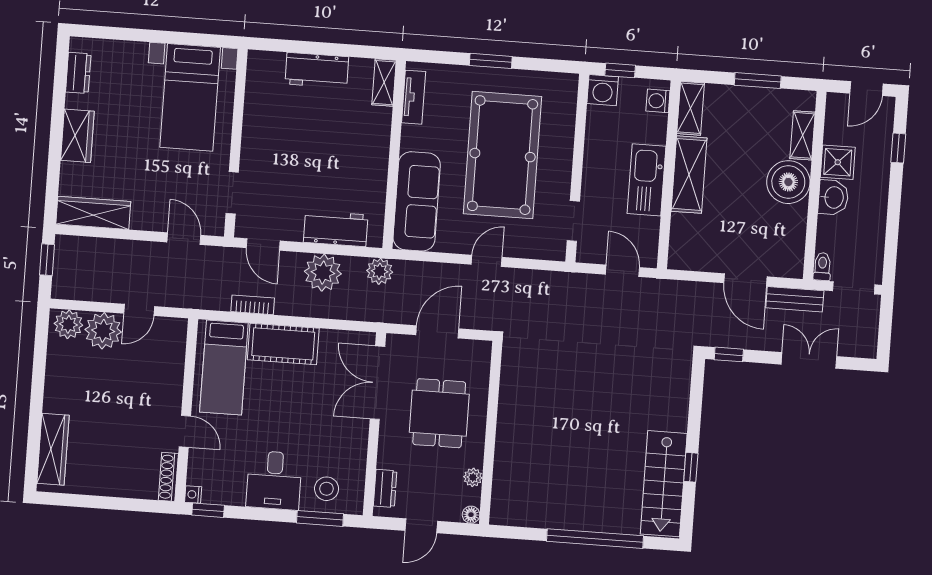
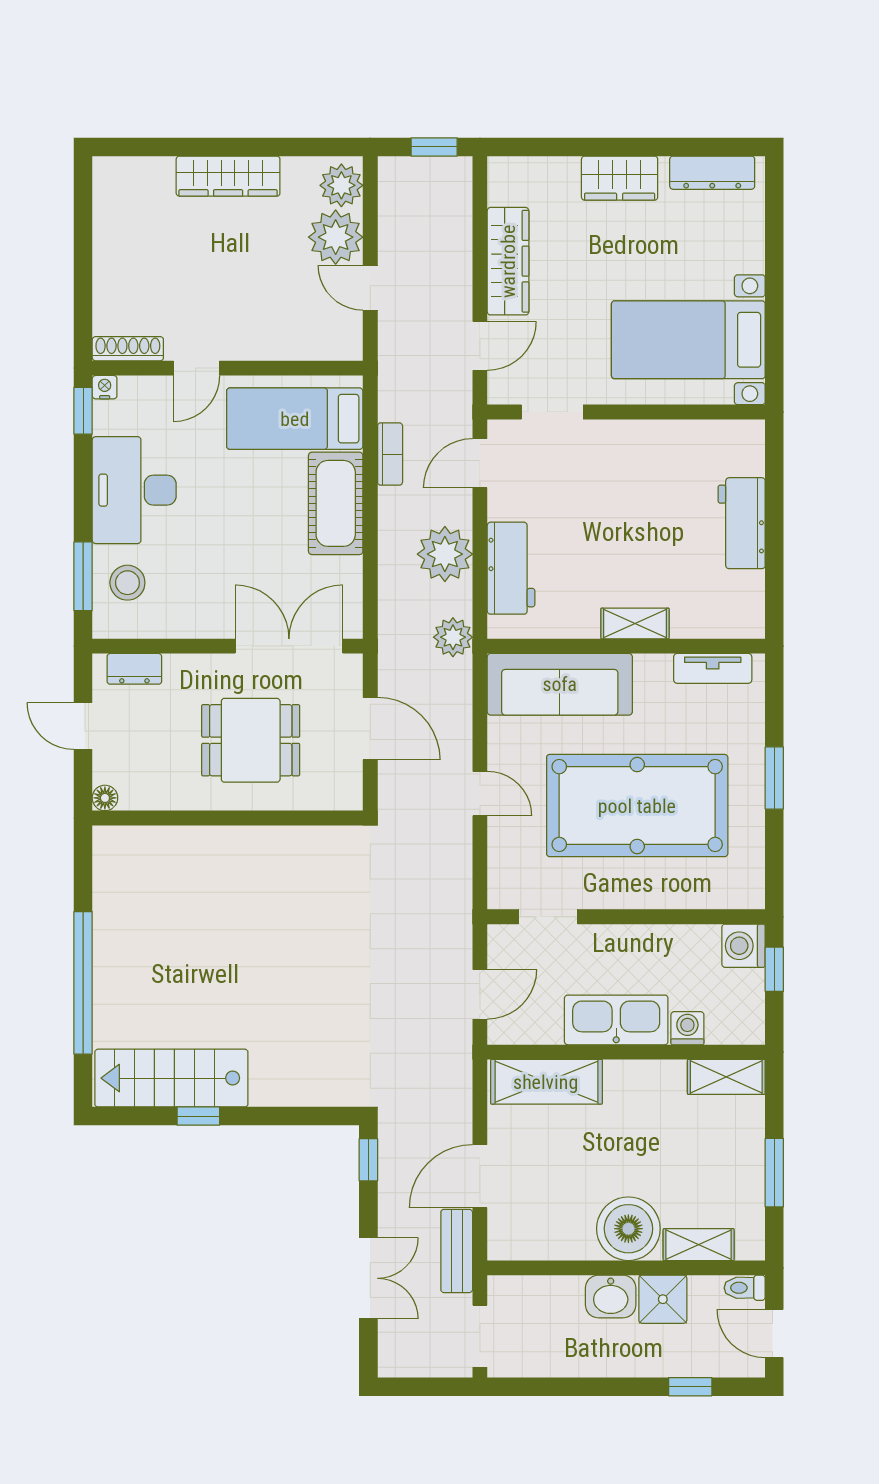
dresser: (78, 73) -> (712, 173), width x1.44
shelving: (384, 83) -> (635, 623), moved
washing machine: (658, 101) -> (687, 1028), moved
shelving: (689, 175) -> (546, 1082), moved
wardrobe: (93, 213) -> (508, 261), moved
toilet: (822, 267) -> (745, 1288), moved, turned 180
wardrobe: (53, 449) -> (228, 176), moved
plant: (473, 477) -> (160, 797), removed
desk: (274, 480) -> (134, 490), width x1.37

